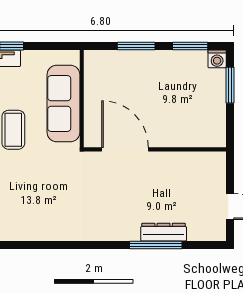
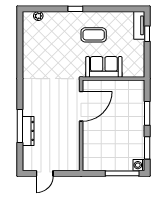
window: (230, 85) -> (122, 173), width x1.44
sofa: (63, 104) -> (104, 67), width x0.73

